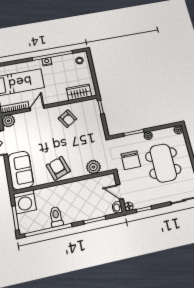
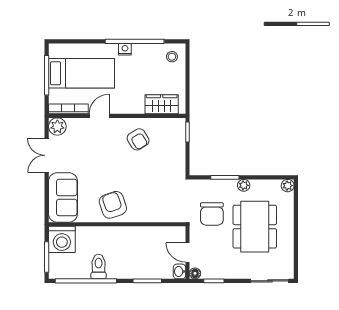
plant: (93, 167) -> (160, 213), removed

